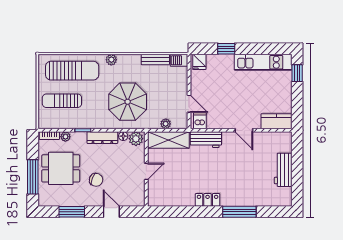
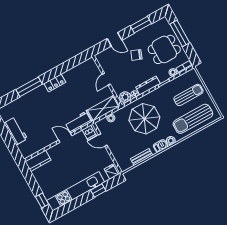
barbecue: (179, 60) -> (160, 146), moved
kitchen unit: (263, 62) -> (76, 191), width x1.36
door: (244, 130) -> (65, 138), moved

